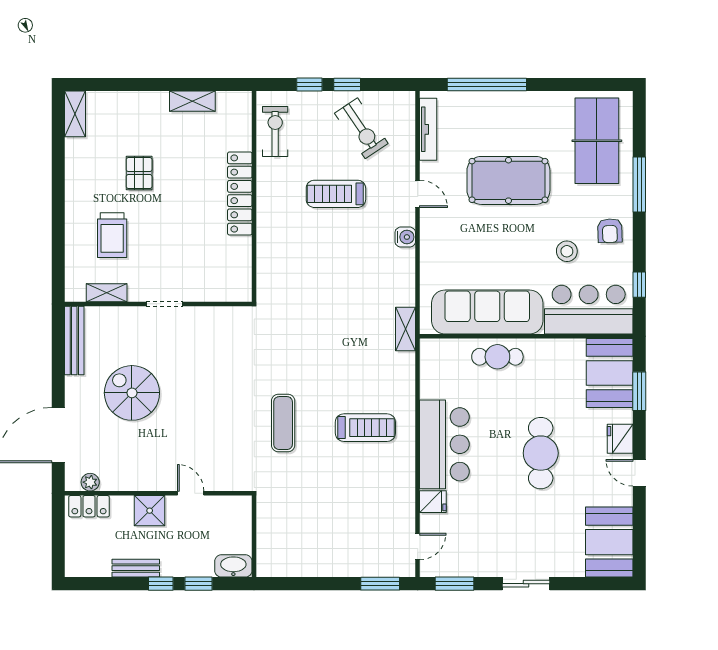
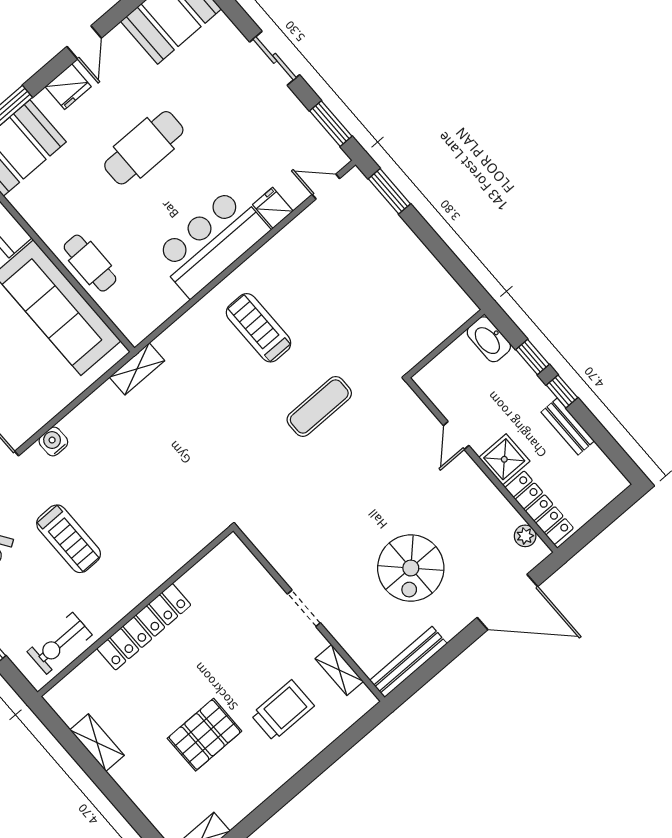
pallet: (139, 173) -> (205, 735), width x1.50, depth x1.42
locker: (89, 506) -> (539, 508), width x1.53

